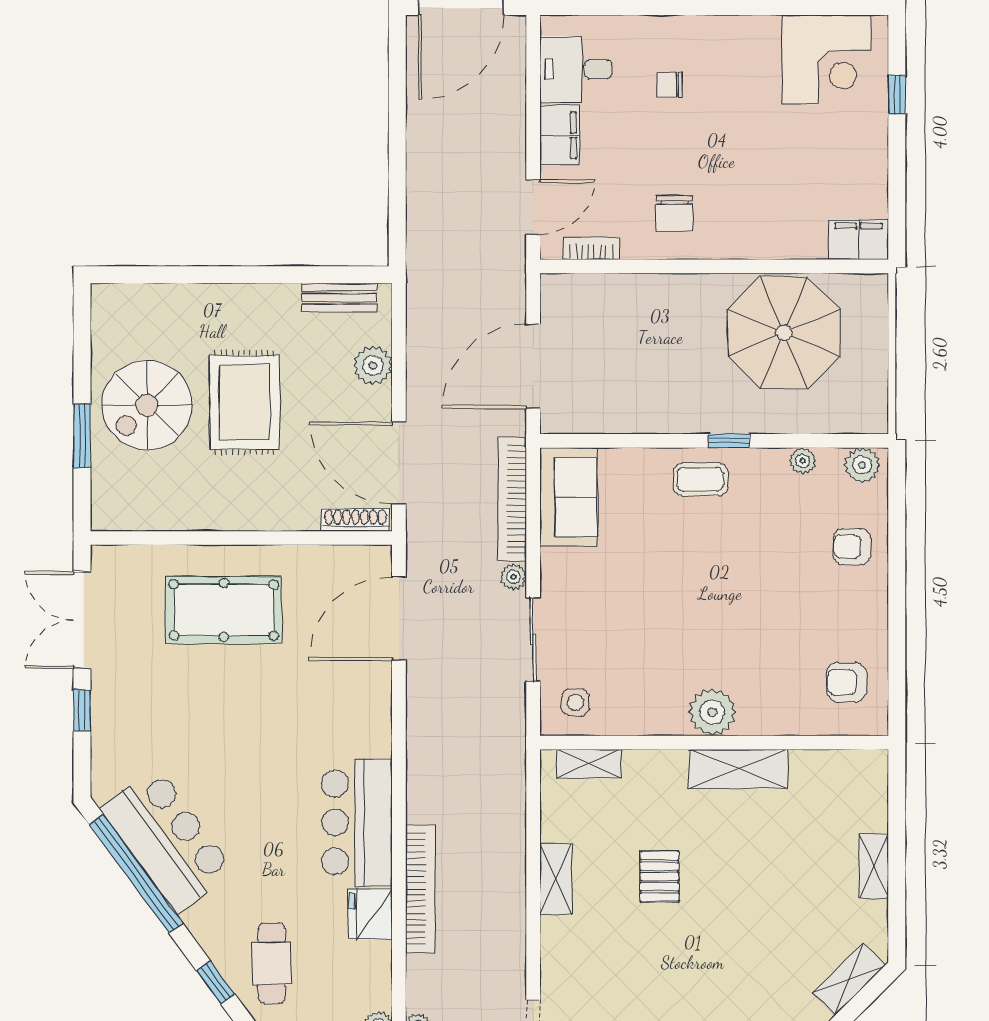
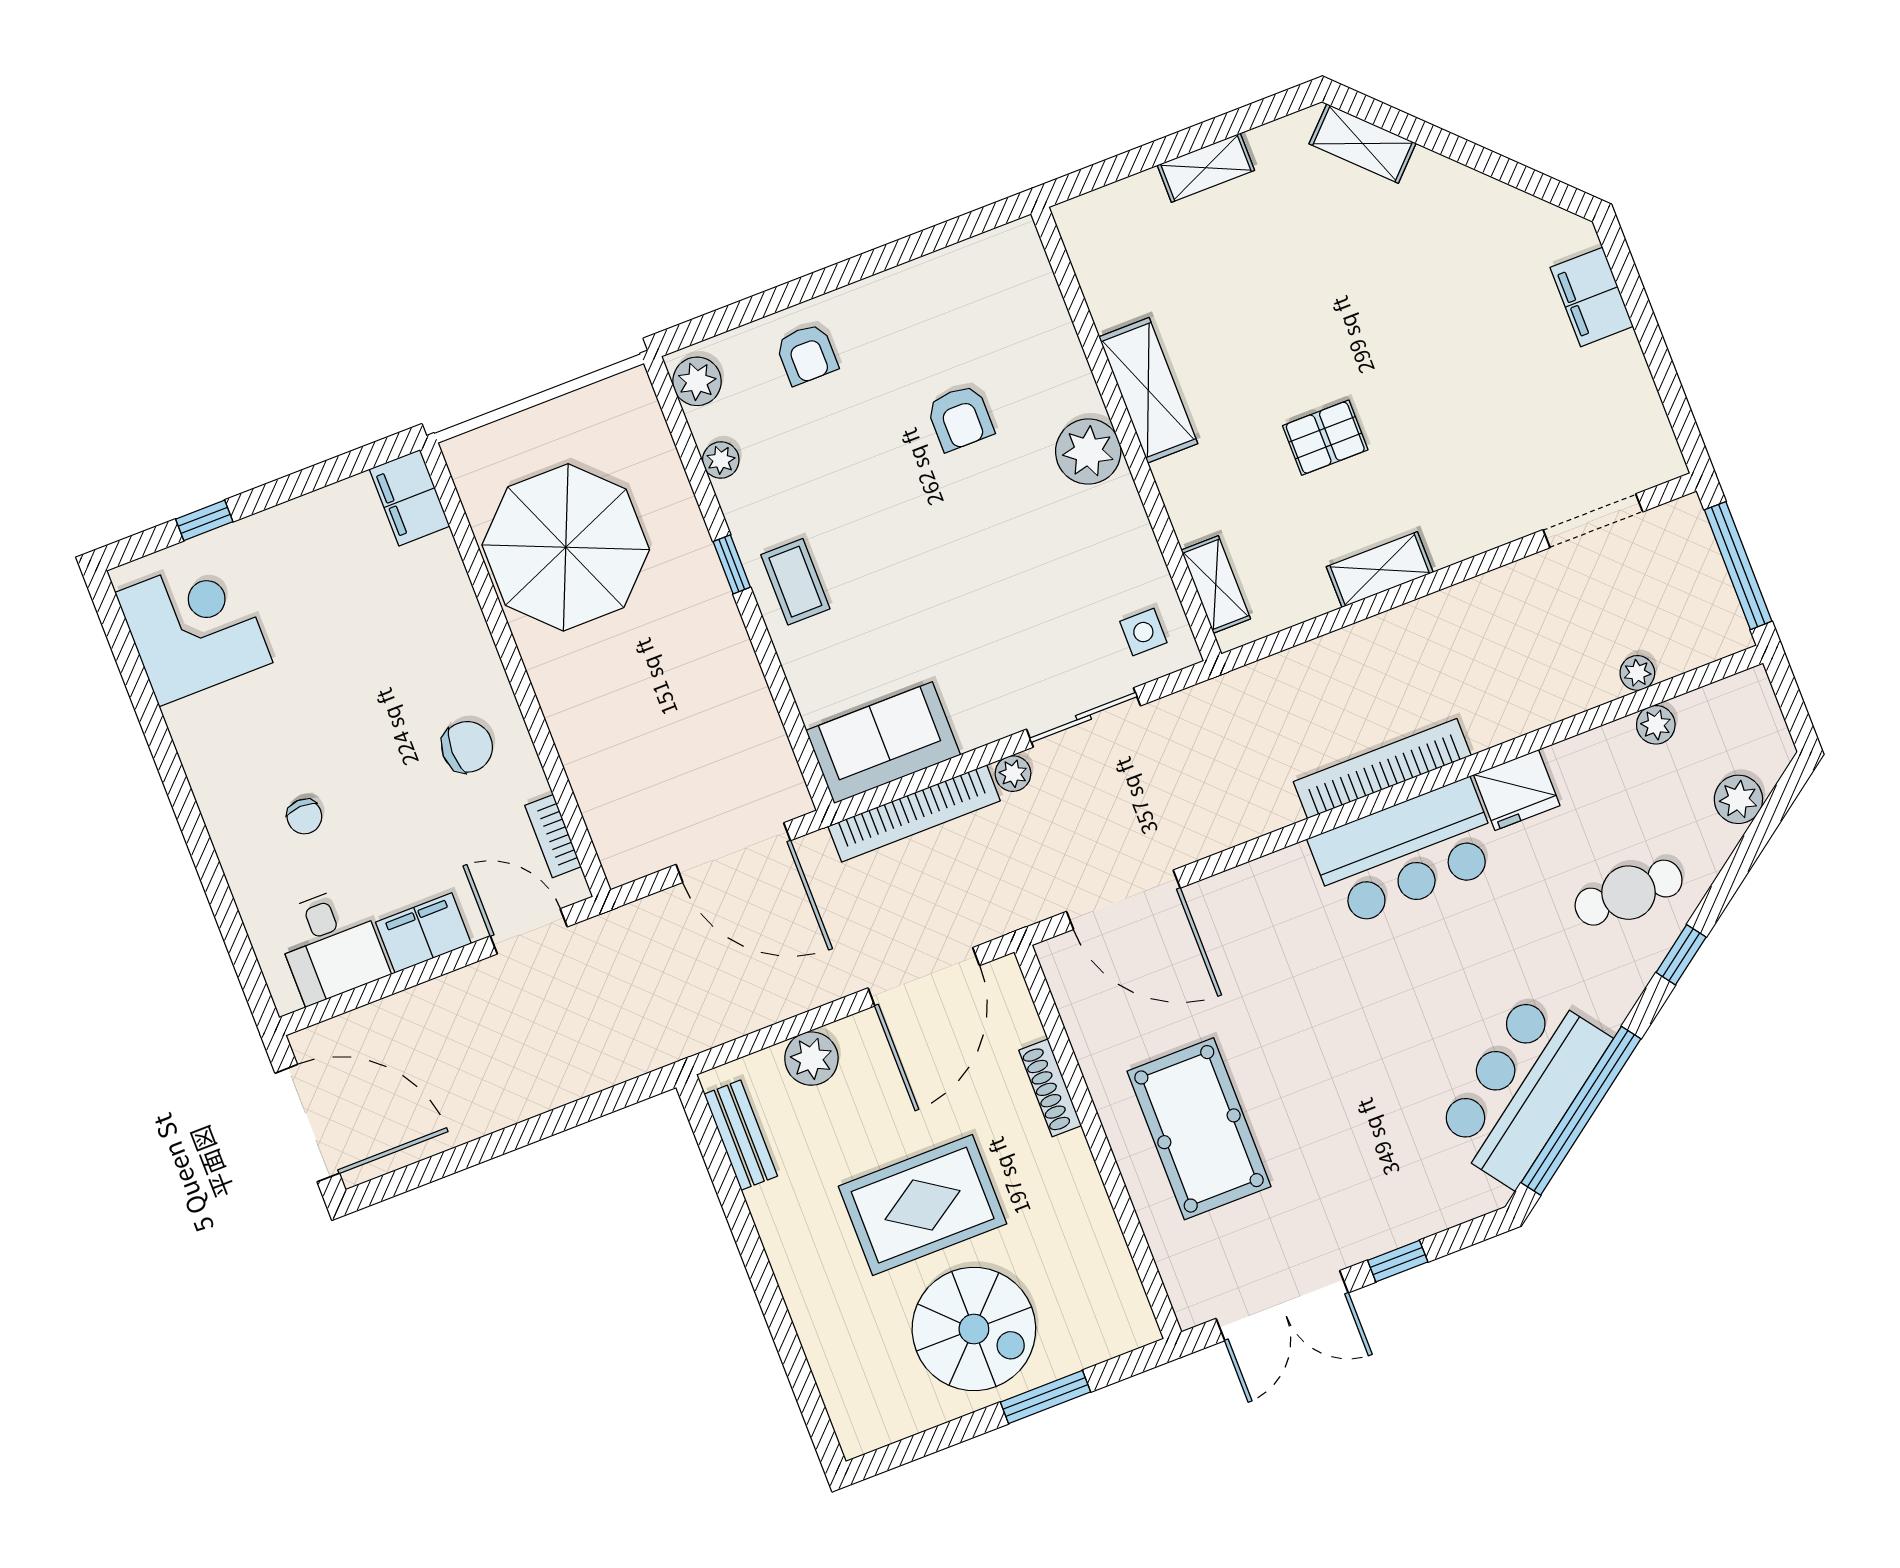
shoe rack: (355, 520) -> (1050, 1088), moved
armchair: (847, 682) -> (960, 418), moved
bookcase: (420, 889) -> (1382, 769), moved

